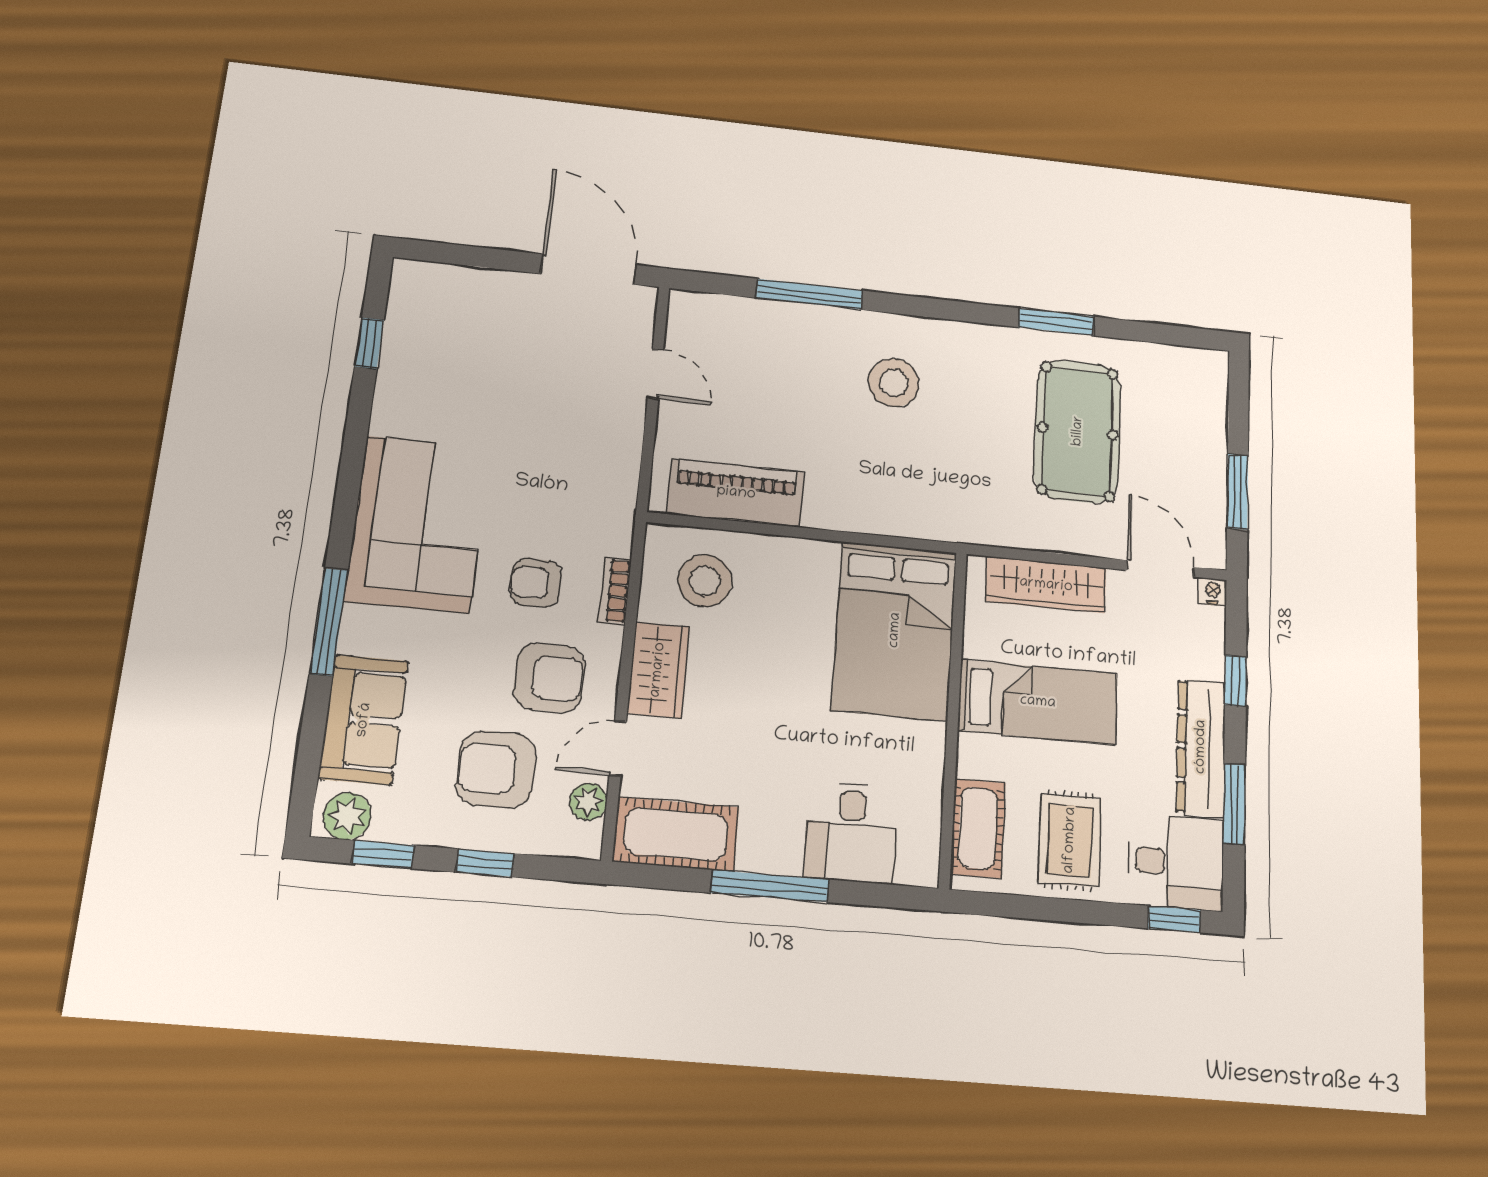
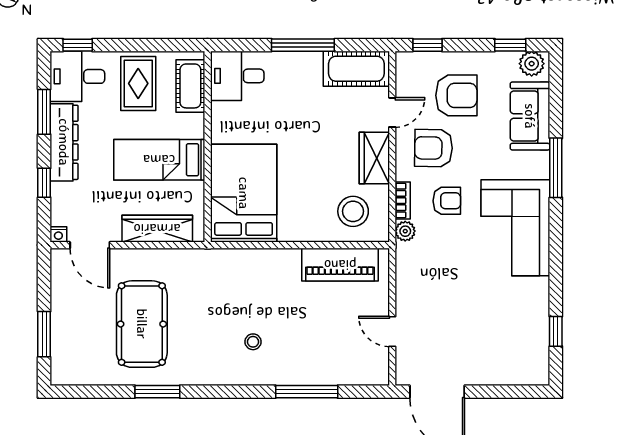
stool: (894, 383) -> (253, 342), width x0.53, depth x0.53
window: (1238, 492) -> (44, 334), moved
plant: (588, 802) -> (405, 231), moved
desk: (851, 832) -> (237, 76), moved, turned -90
window: (485, 863) -> (427, 45), moved

